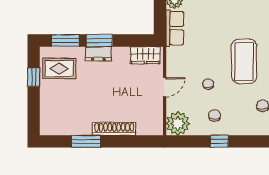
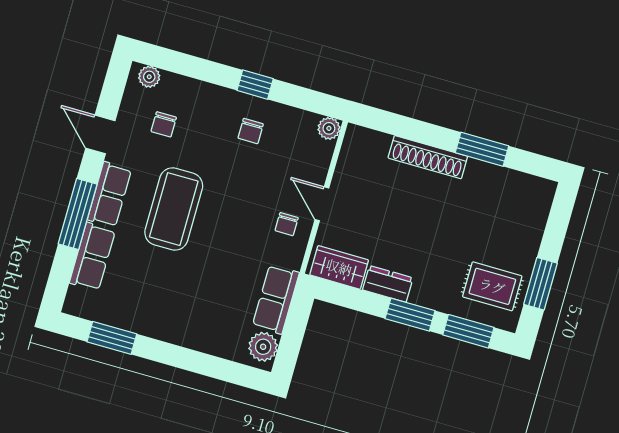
dresser: (98, 54) -> (388, 284), moved
window: (34, 77) -> (540, 284), width x1.50
chair: (208, 84) -> (287, 224), moved
door: (165, 87) -> (322, 204), hinge flipped
plant: (178, 124) -> (329, 128), width x0.53, depth x0.53

